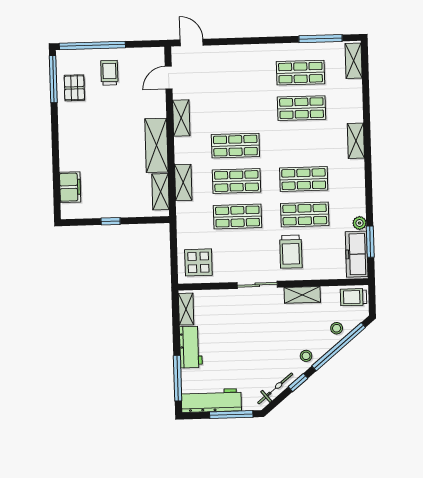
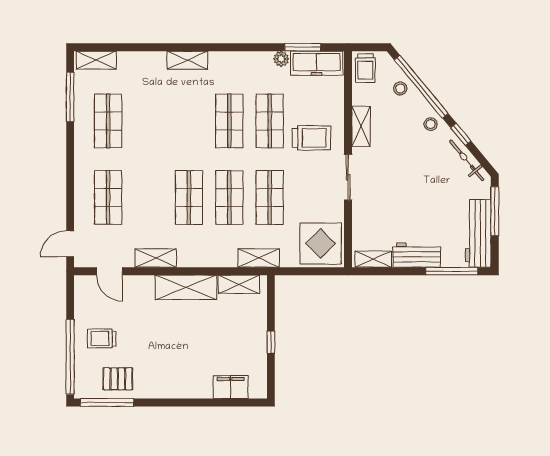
shop shelf: (302, 108) -> (108, 197), moved
shelving: (183, 182) -> (259, 258), moved
display table: (198, 262) -> (321, 244), width x1.36, depth x1.36

